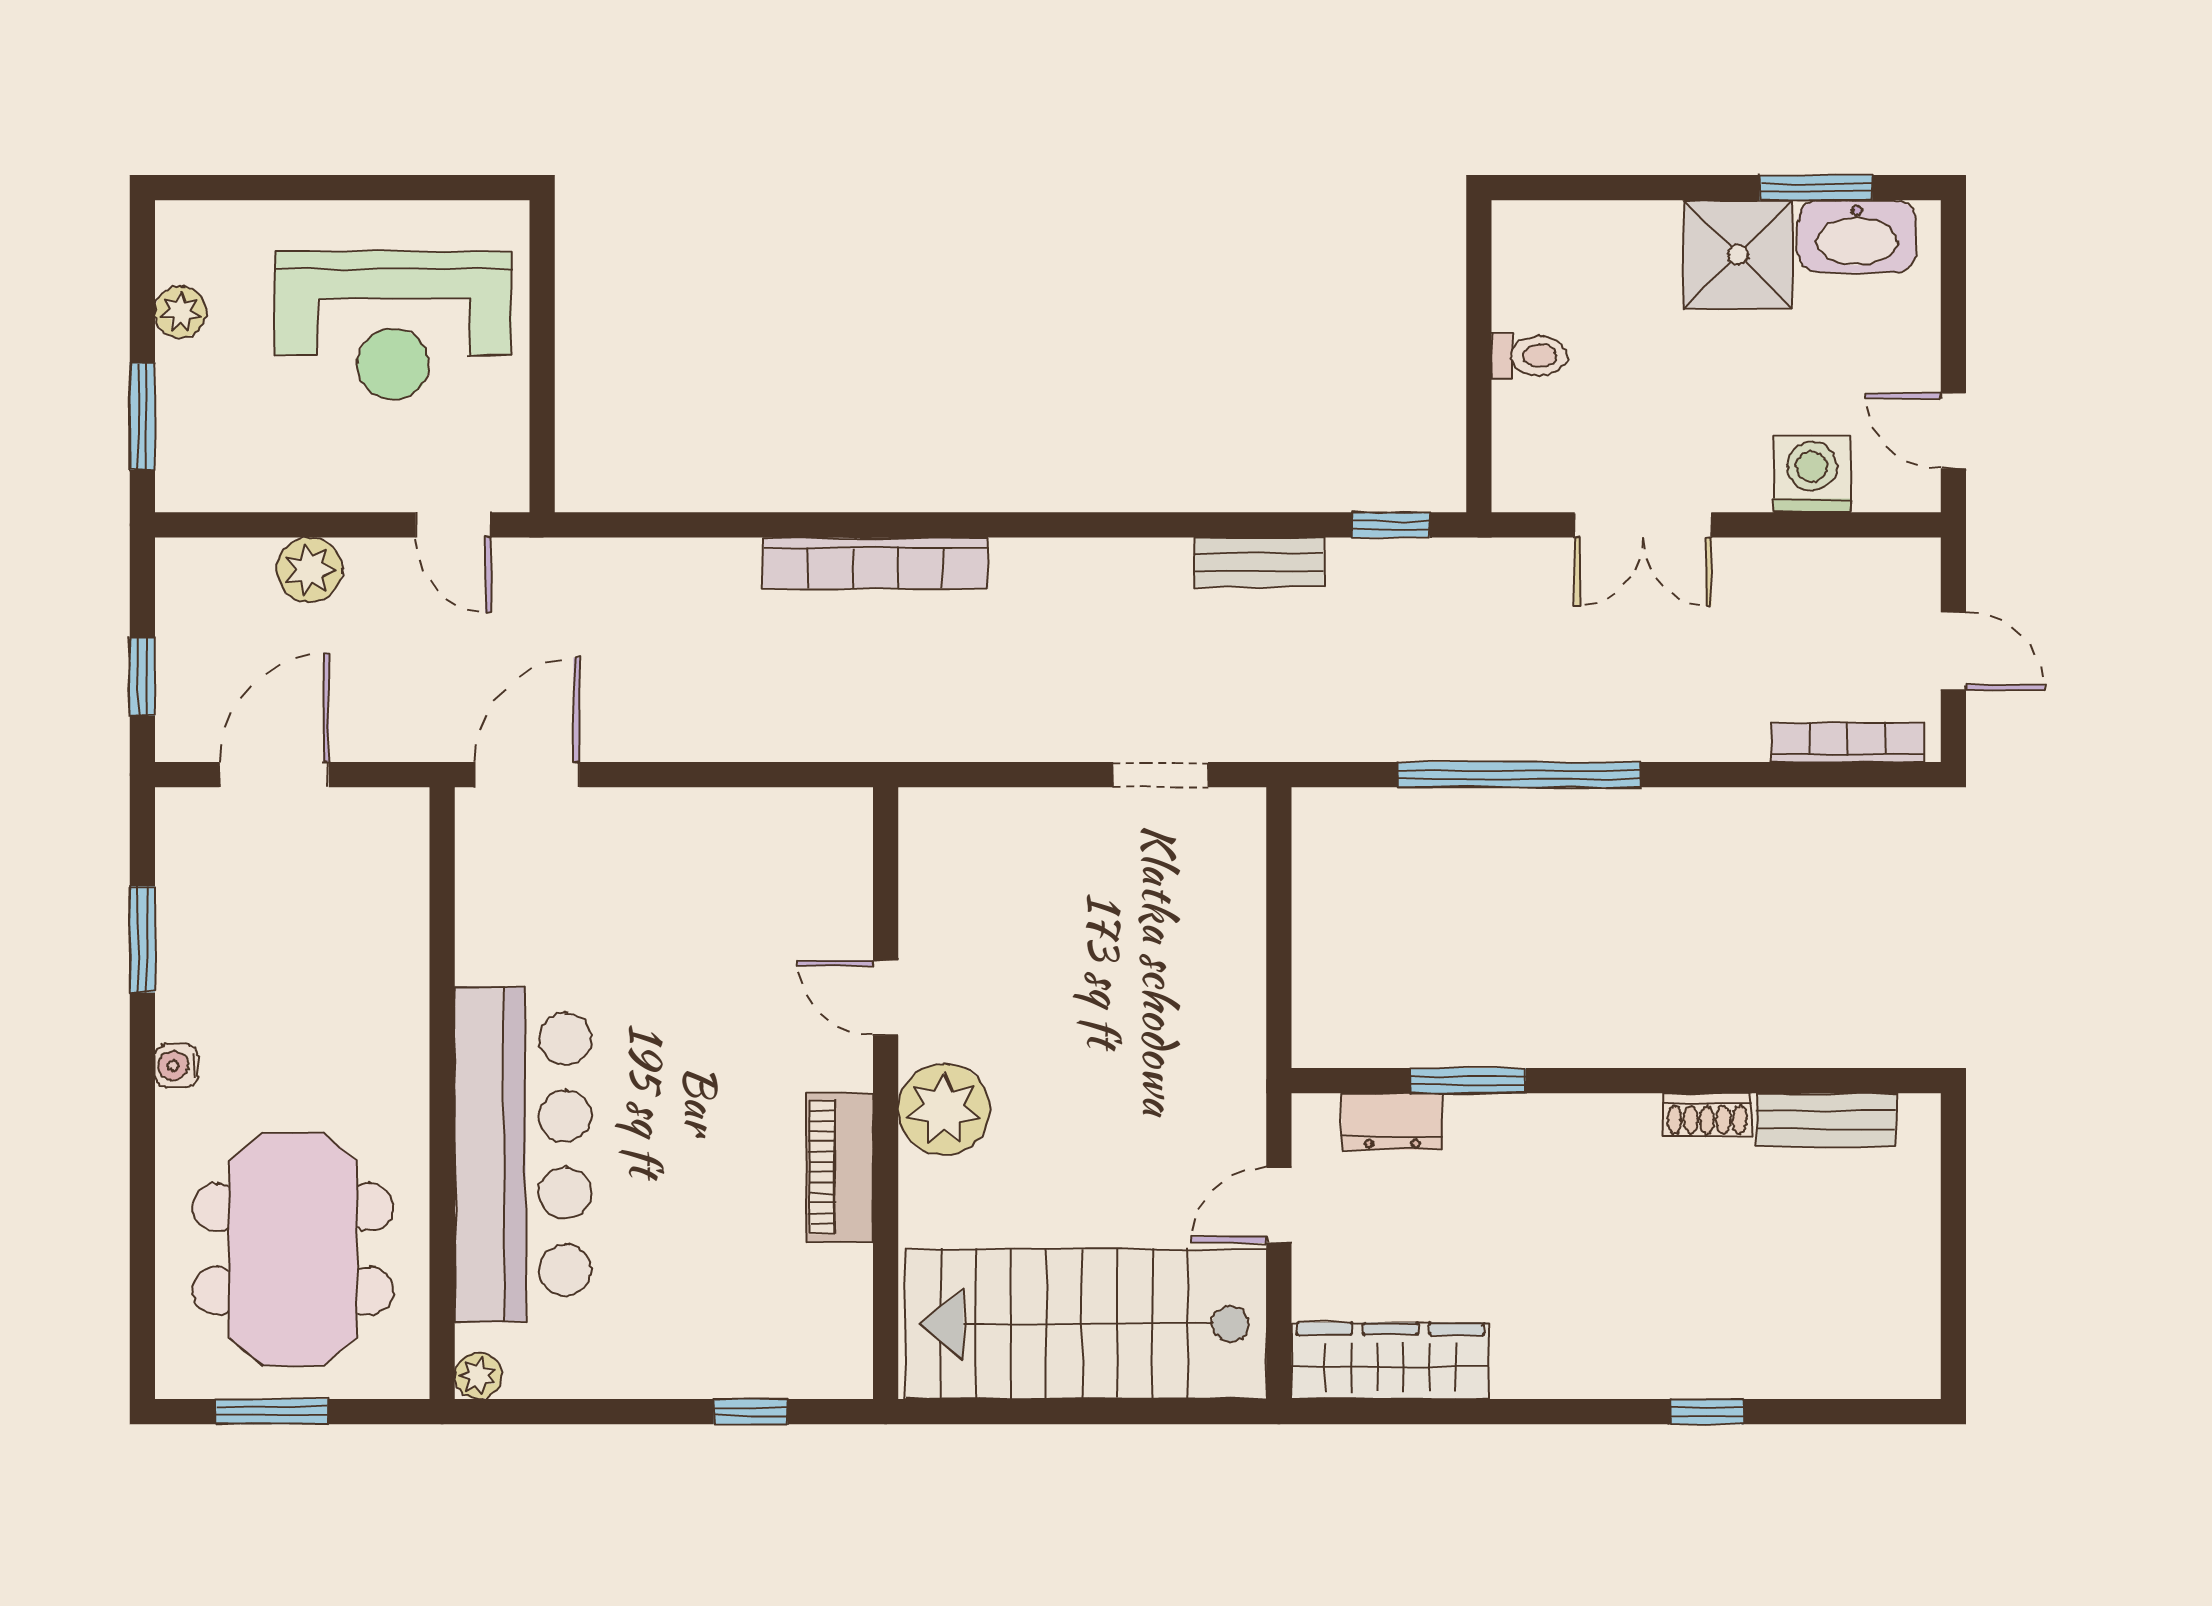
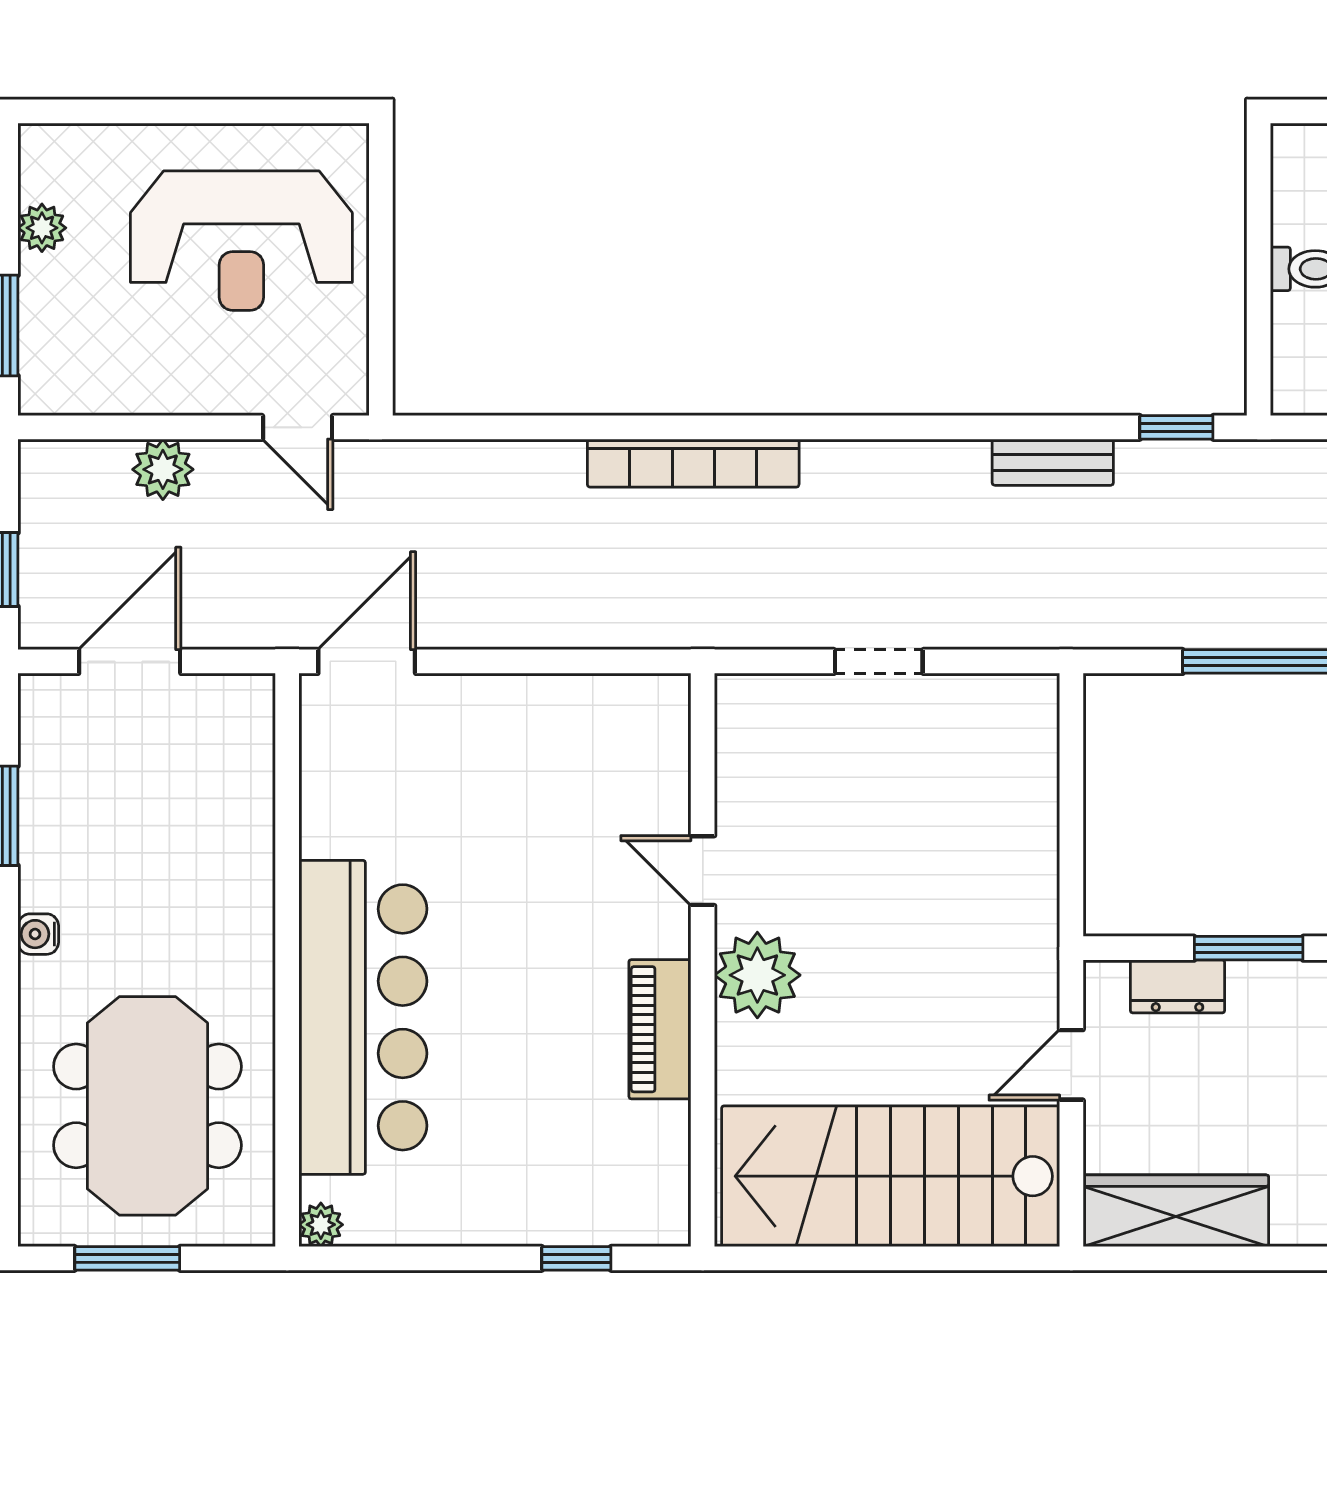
doorway: (1161, 775) -> (879, 661), moved

